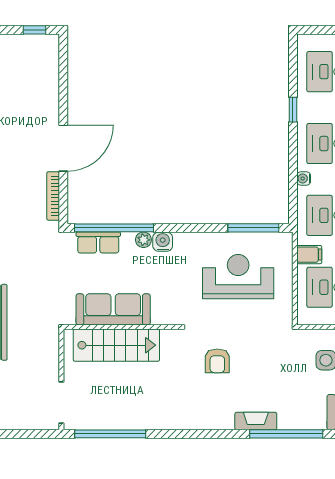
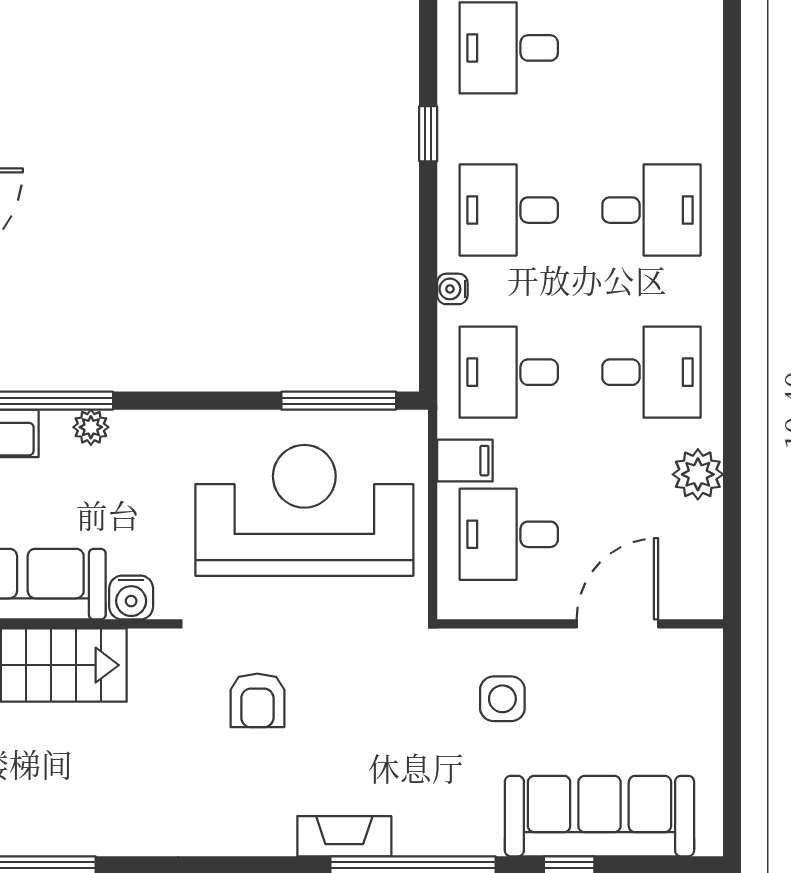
water cooler: (163, 242) -> (131, 598), moved, turned 180
reception desk: (238, 277) -> (304, 510), width x1.36, depth x1.30

